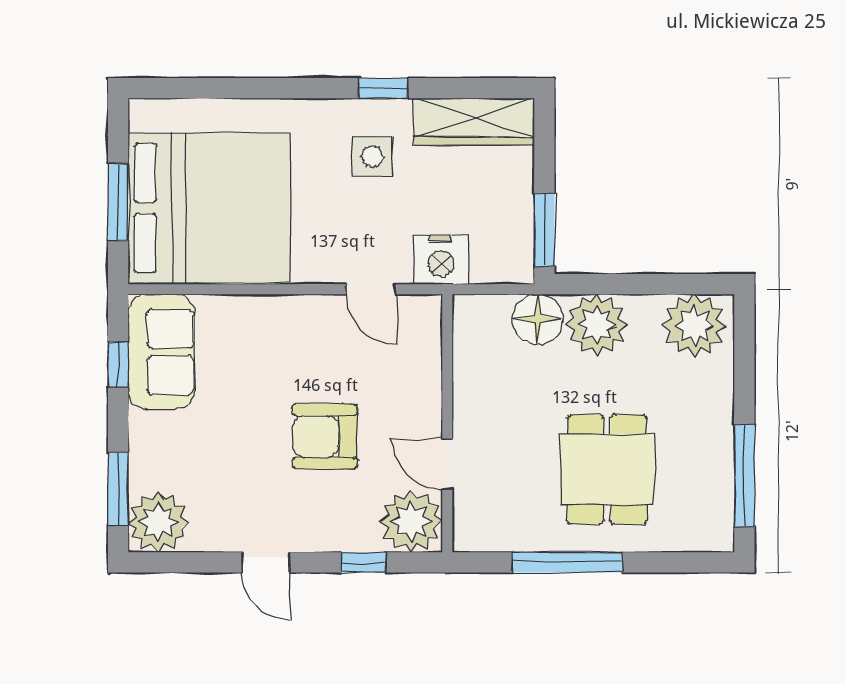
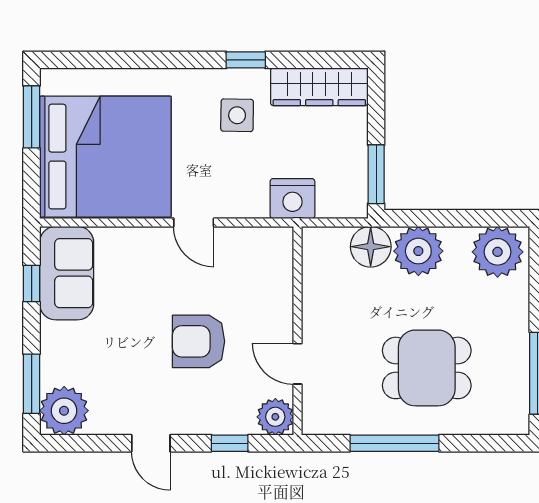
window: (118, 203) -> (32, 117), moved
door: (371, 289) -> (194, 222), moved
dining table: (607, 469) -> (427, 368), turned 90
plant: (411, 521) -> (275, 417), width x0.73, depth x0.73

